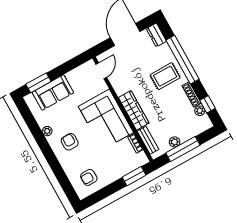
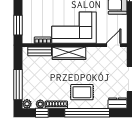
door: (101, 71) -> (114, 45), swing flipped
rug: (165, 76) -> (82, 92), turned 90
plant: (175, 142) -> (27, 104), moved
window: (183, 149) -> (18, 85), moved

